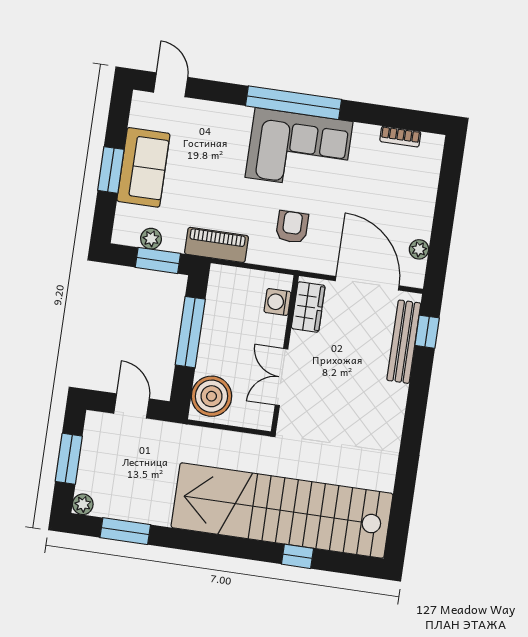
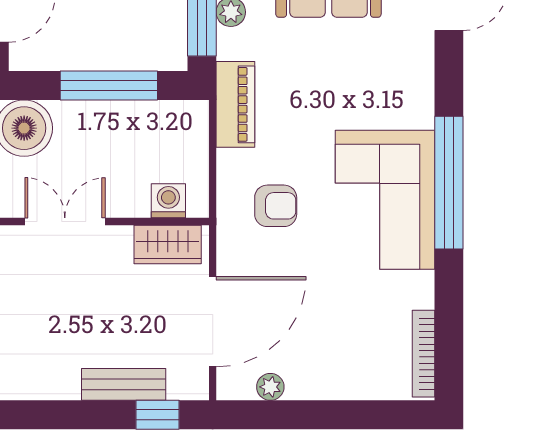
bookcase: (400, 137) -> (423, 354), width x1.56
bench: (404, 342) -> (124, 384), width x0.73

